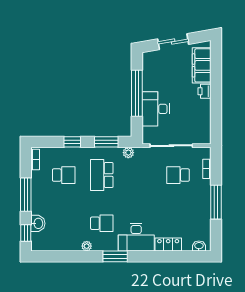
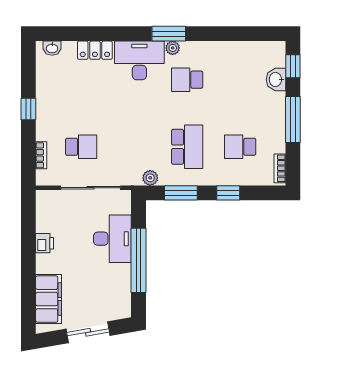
printer: (204, 91) -> (45, 243), moved
window: (216, 202) -> (28, 109), width x0.46
plant: (87, 246) -> (173, 48), moved

